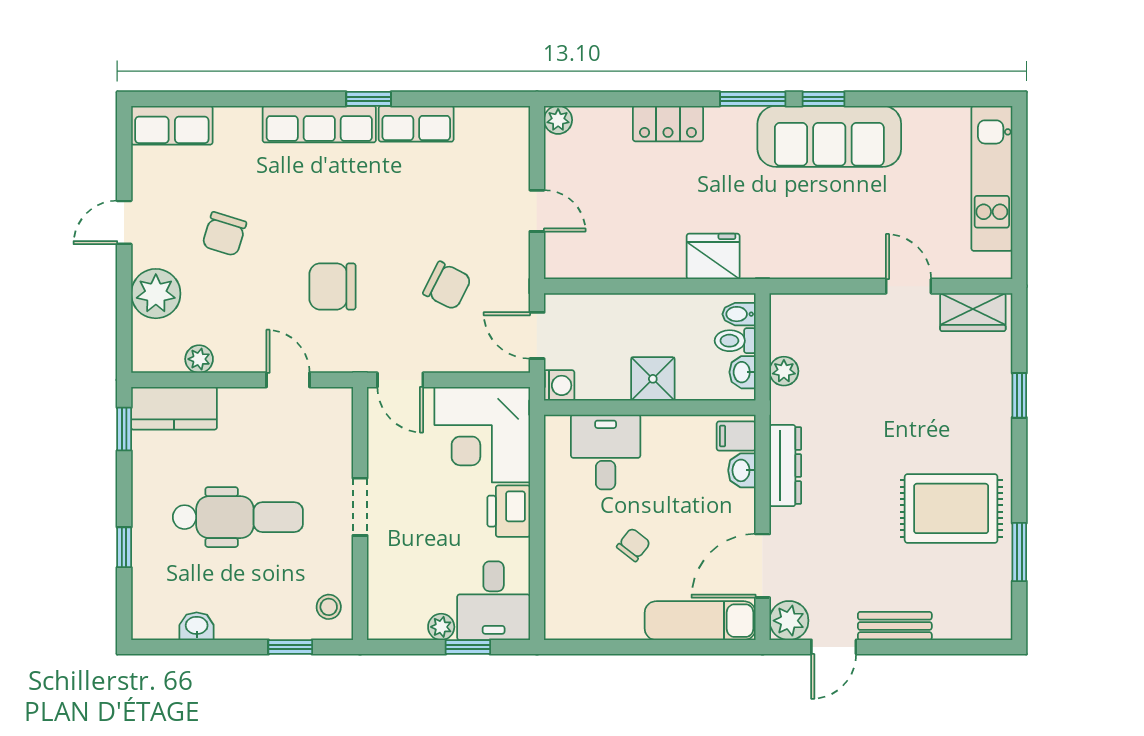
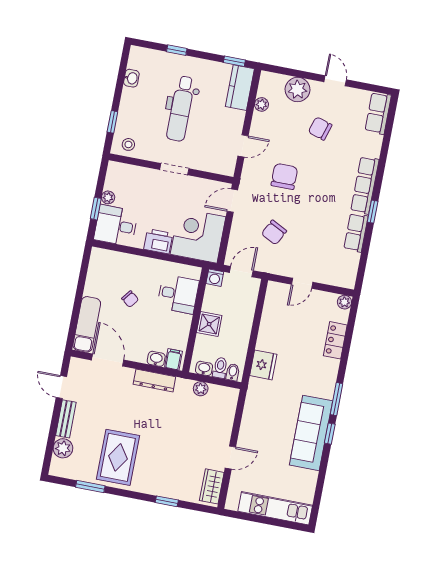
locker: (668, 124) -> (335, 340), moved
plant: (789, 621) -> (63, 448), moved

